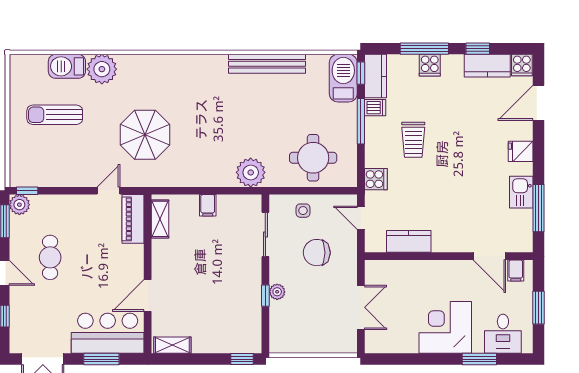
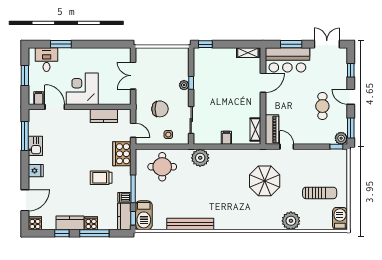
barbecue: (67, 66) -> (340, 219), moved, turned -90
kitchen counter: (487, 66) -> (70, 223), moved
trolley: (413, 140) -> (101, 178), turned -90
cooker: (376, 179) -> (122, 154), width x1.87, depth x1.31
door: (109, 191) -> (287, 147), swing flipped
corner desk: (445, 327) -> (82, 89), moved, turned 180

